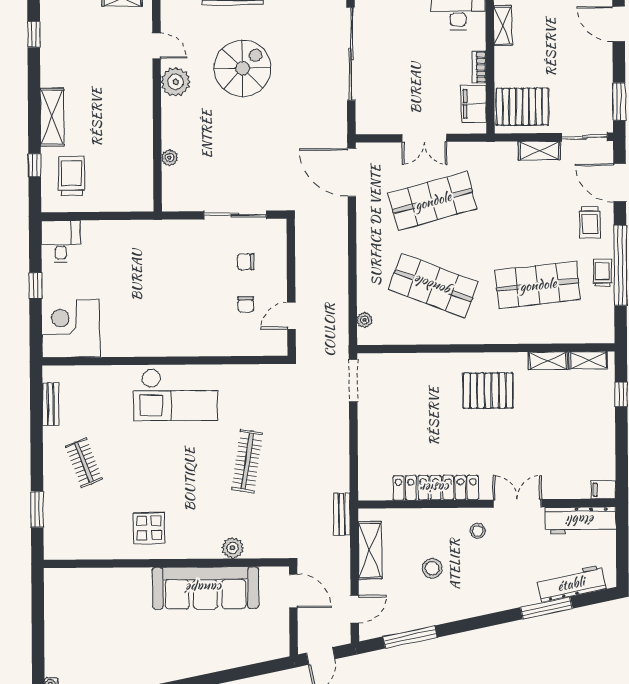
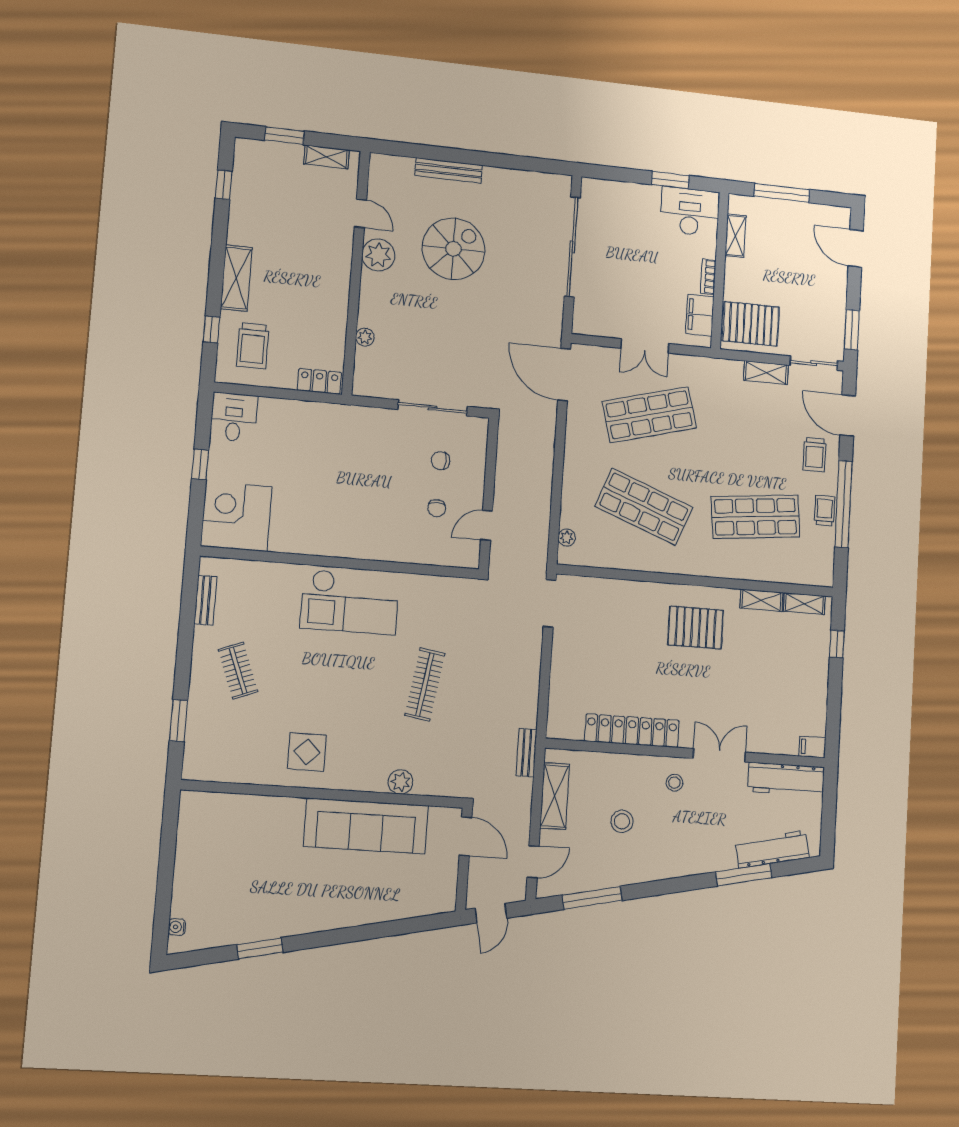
trolley: (72, 176) -> (253, 346), turned 180
locker: (133, 202) -> (319, 381), added

